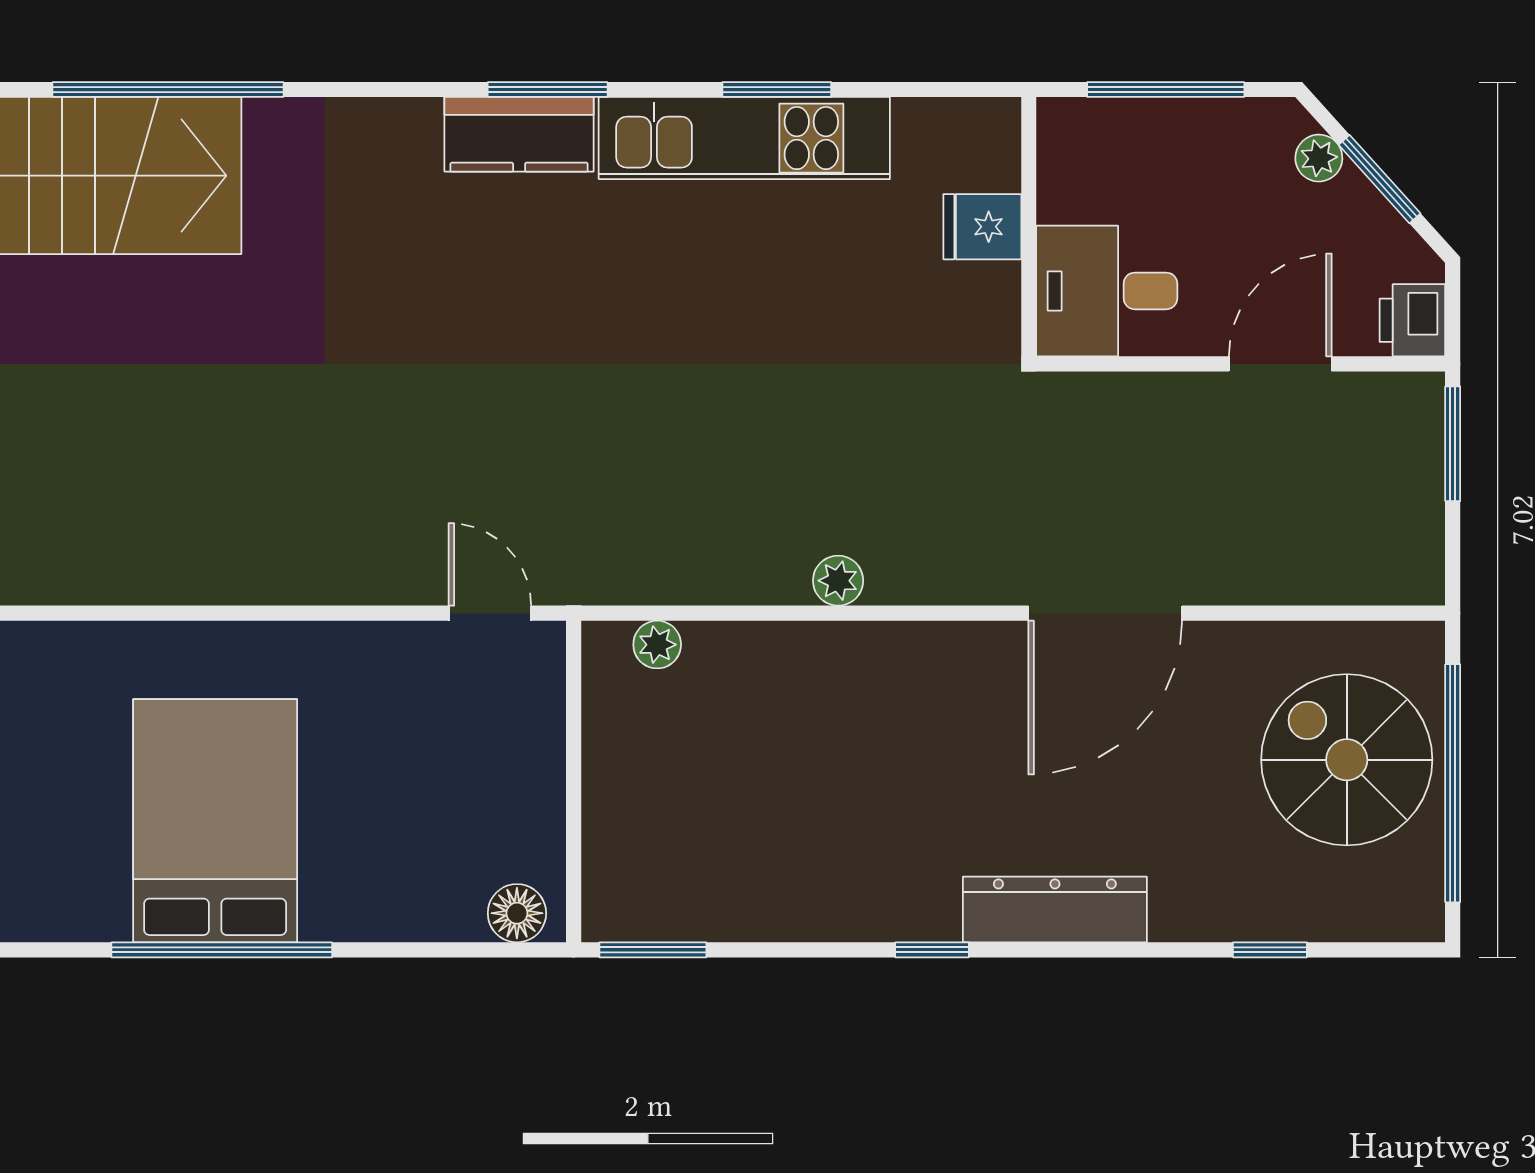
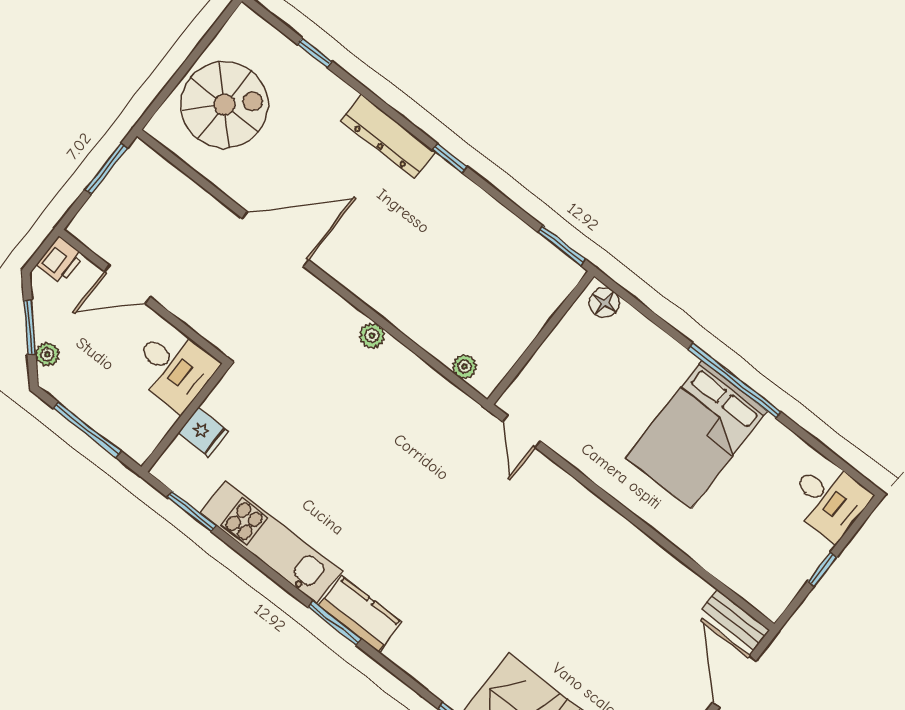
window: (777, 90) -> (192, 511), moved
window: (1453, 444) -> (106, 169), moved
spiral stairs: (1347, 760) -> (224, 105), turned -90
window: (1453, 783) -> (189, 62), removed

